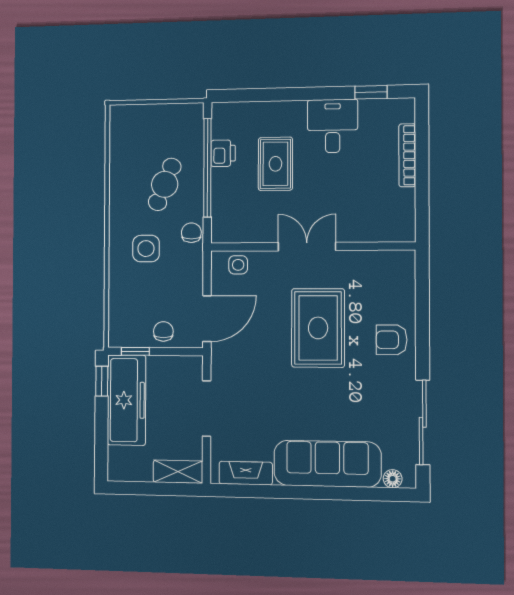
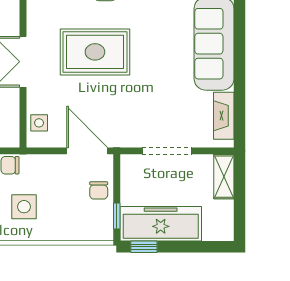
chair: (163, 331) -> (99, 190), turned -90

